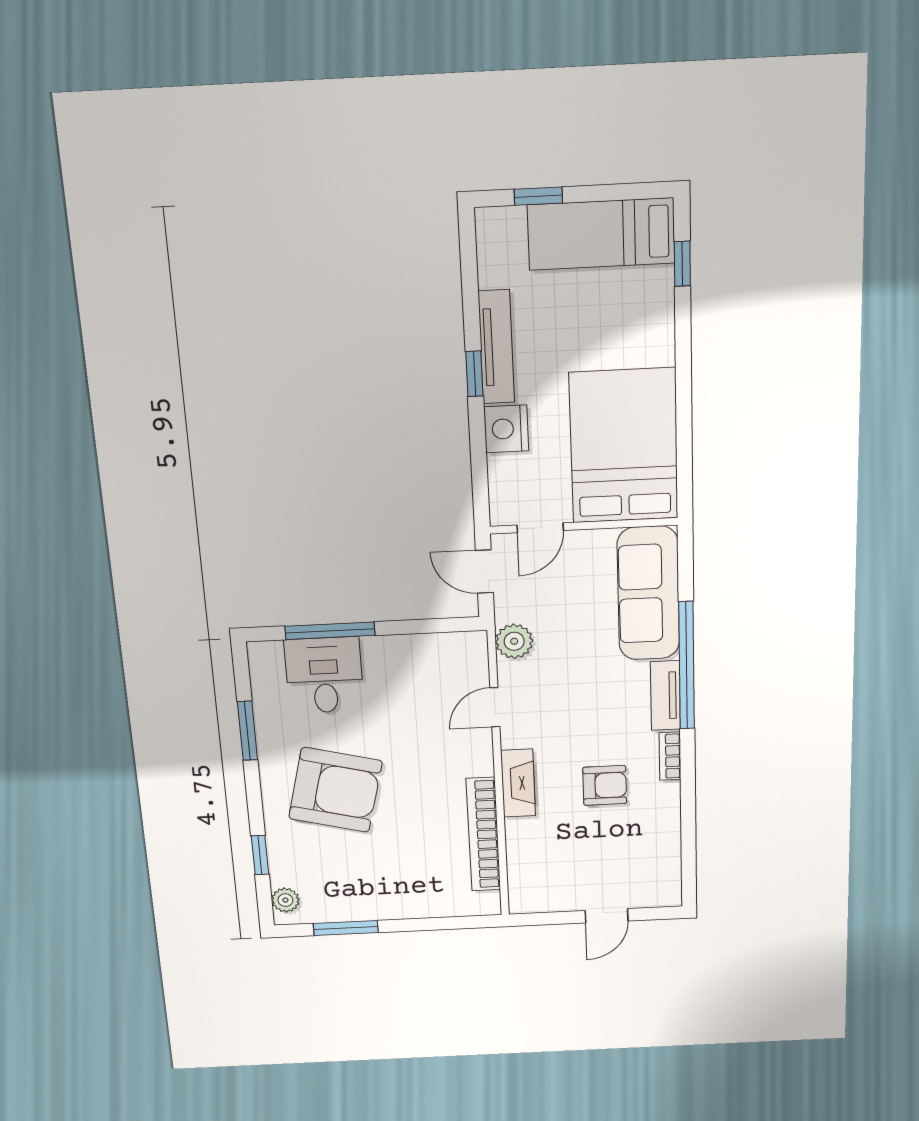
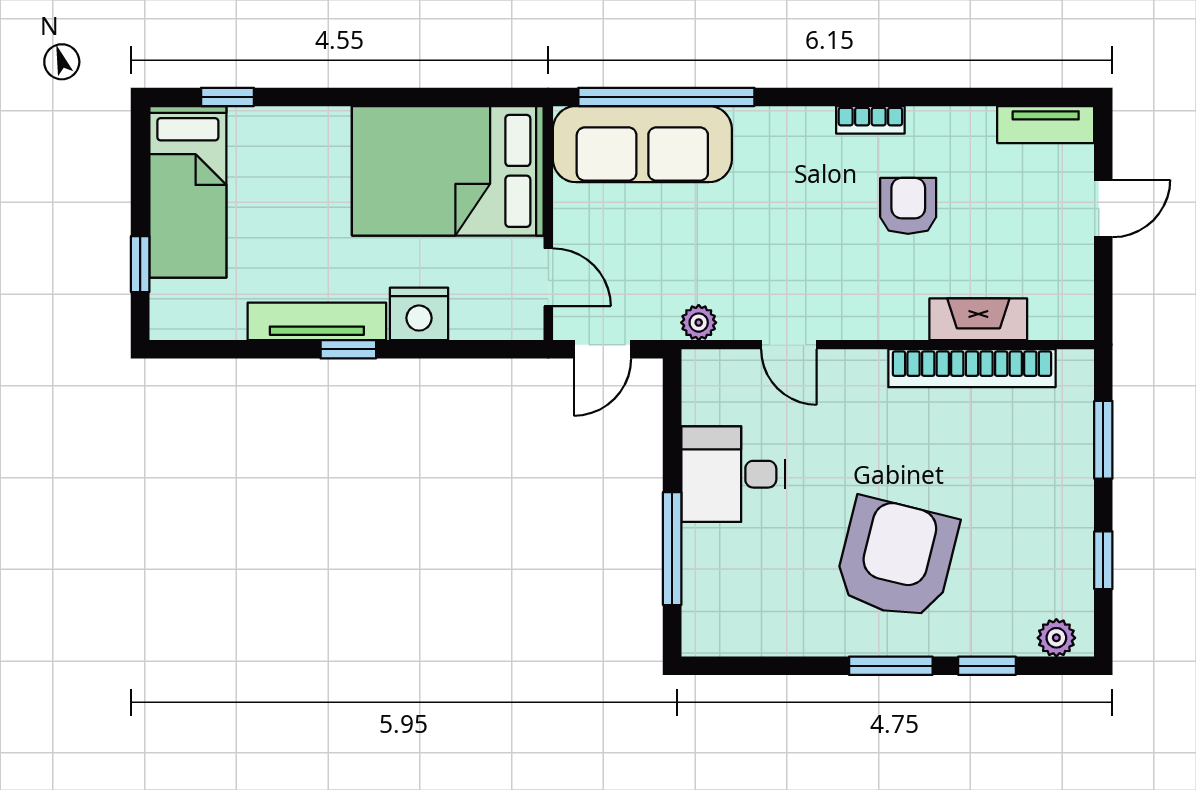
plant: (514, 641) -> (699, 323), width x0.73, depth x0.73
window: (687, 666) -> (666, 97), moved
desk: (324, 675) -> (733, 474), moved
tv unit: (665, 696) -> (1046, 125), moved
window: (247, 731) -> (891, 666), moved
fireplace: (518, 783) -> (978, 319), moved
door: (607, 916) -> (1103, 208), hinge flipped
window: (435, 924) -> (1103, 440), added
window: (346, 928) -> (1103, 560), width x0.67

